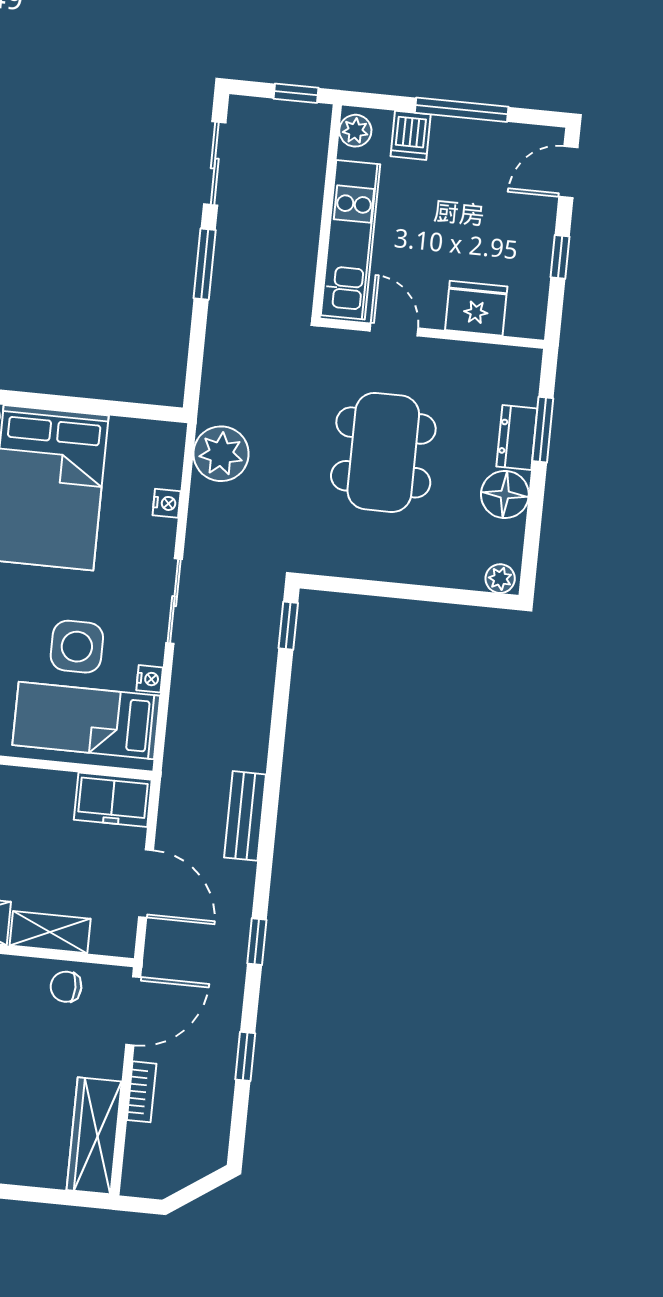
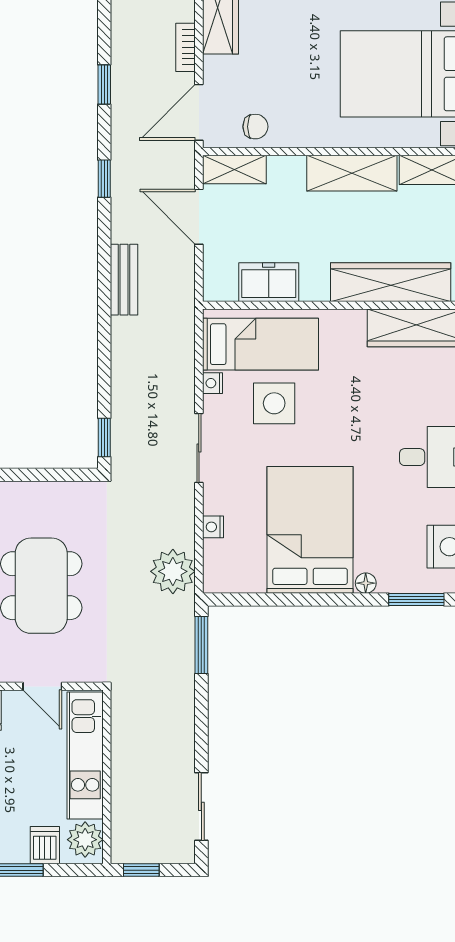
plant: (355, 131) -> (85, 840), width x1.38, depth x1.38
window: (205, 264) -> (201, 645), moved
freezer: (113, 800) -> (269, 282), moved
shelving: (50, 932) -> (234, 170), moved

